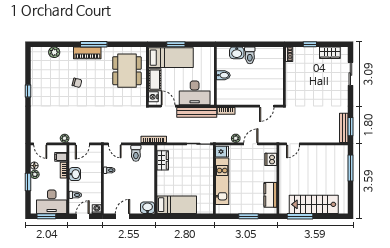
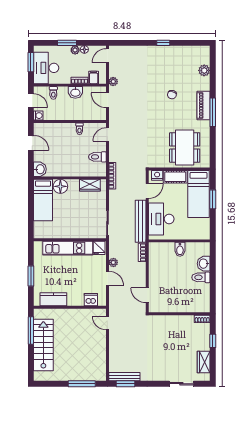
dining table: (127, 71) -> (185, 147), turned 90
floor lamp: (164, 188) -> (60, 186), added

